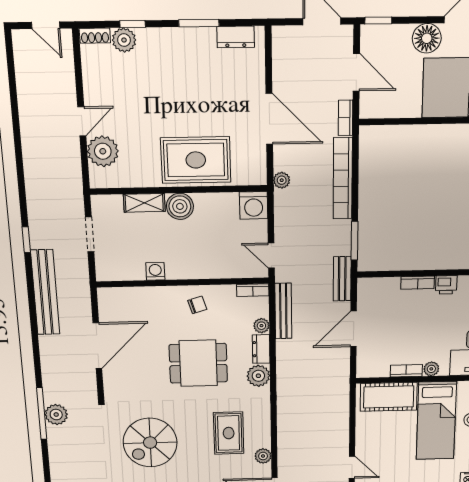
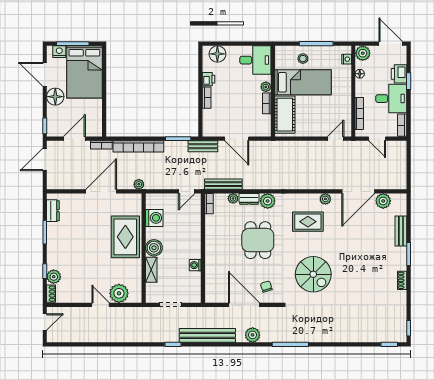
washing machine: (254, 205) -> (154, 218), moved
chair: (197, 305) -> (266, 287), moved
plant: (56, 415) -> (253, 335), moved

